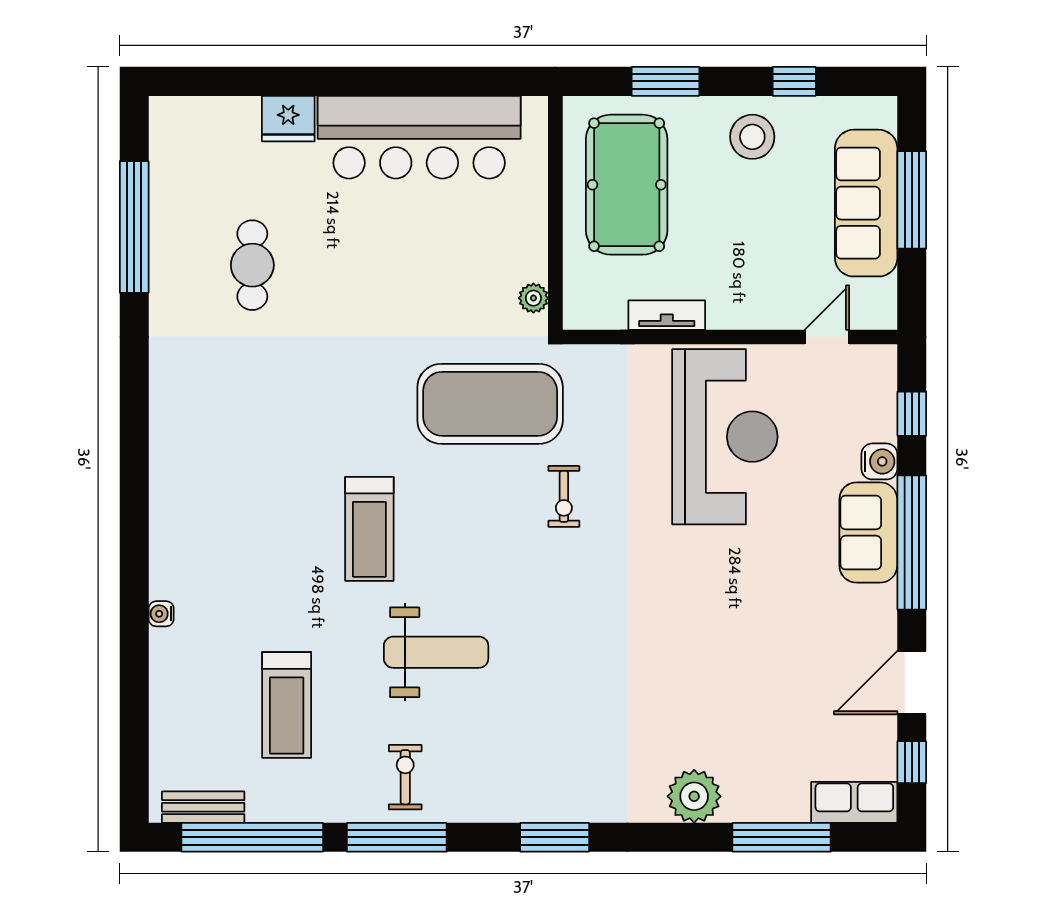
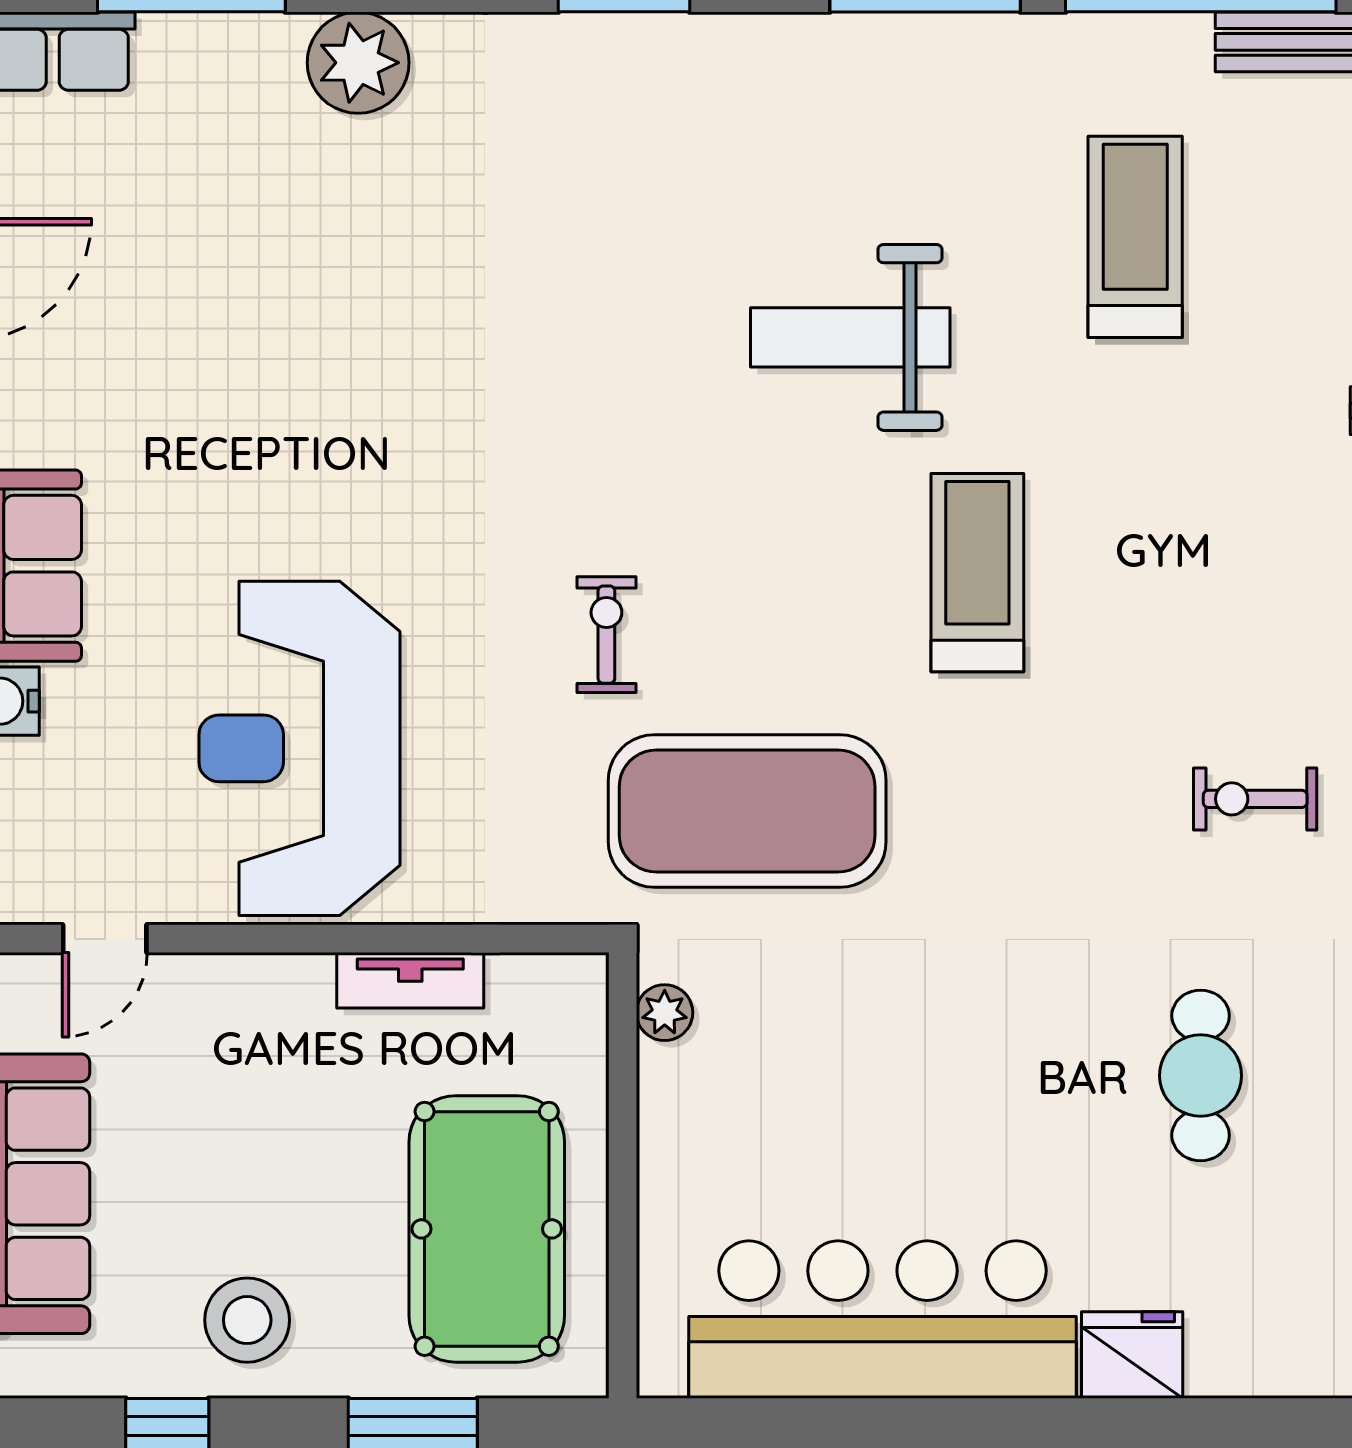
exercise bike: (405, 777) -> (1255, 799), moved, turned 90

